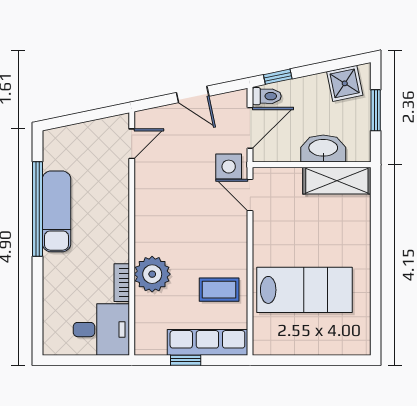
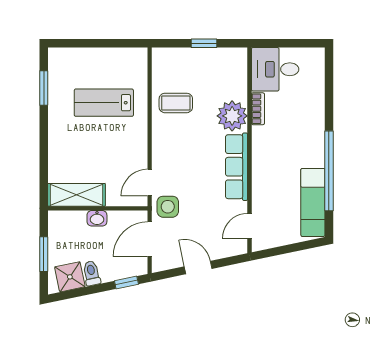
toilet: (267, 96) -> (92, 273), moved, turned 78
washbasin: (323, 149) -> (97, 218), width x0.52, depth x0.69
door: (250, 195) -> (150, 183), swing flipped
exam couch: (57, 211) -> (313, 202), moved
lab bench: (304, 290) -> (104, 103), width x0.73, depth x0.72
window: (376, 307) -> (44, 88), added
row of seats: (207, 342) -> (237, 167), moved, turned 90

